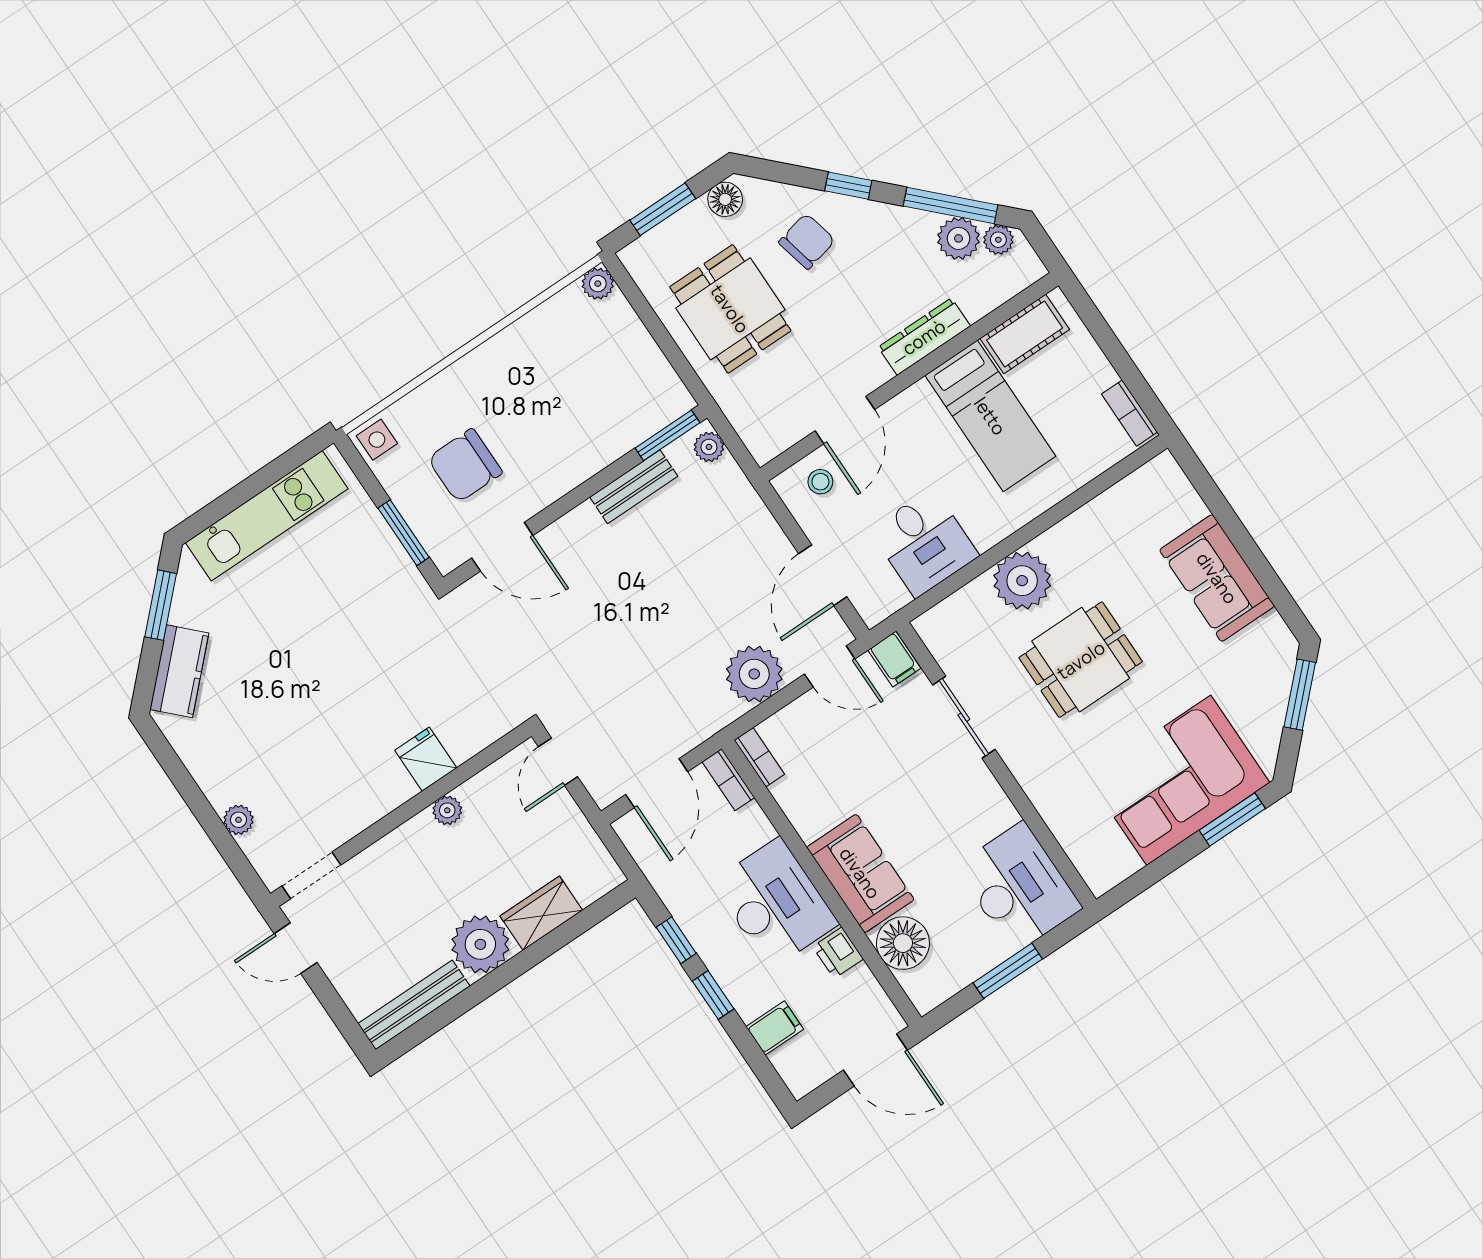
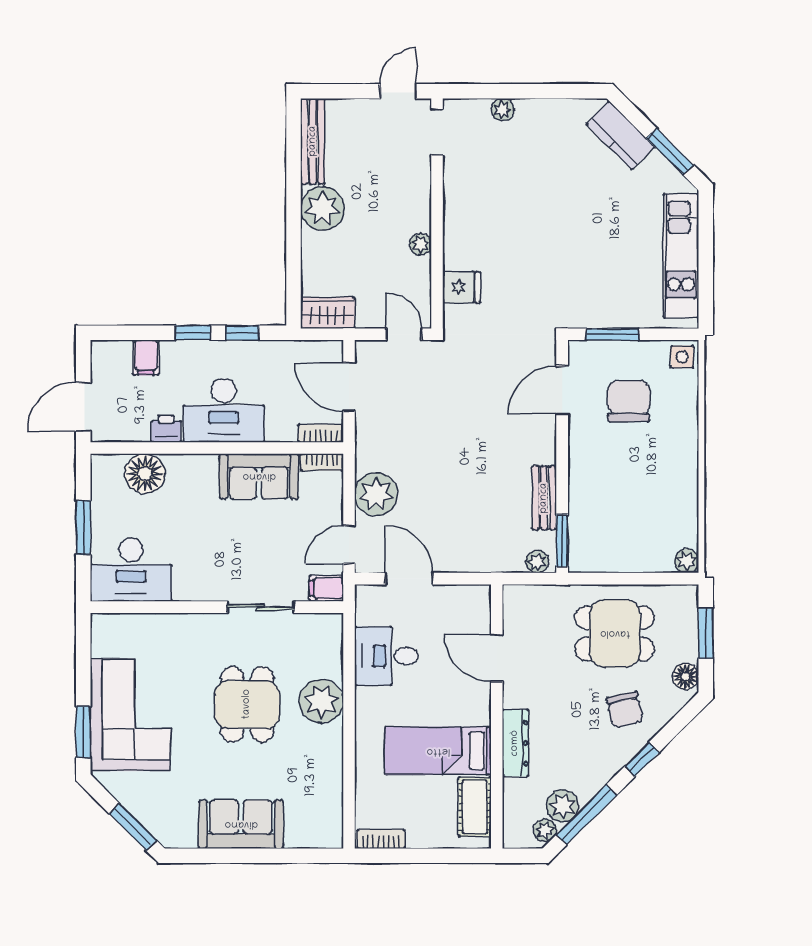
stool: (820, 482) -> (469, 617), removed
fridge: (426, 759) -> (461, 287), moved
sofa: (860, 873) -> (259, 476), moved
wardrobe: (541, 913) -> (328, 313), moved, turned -90

